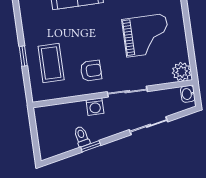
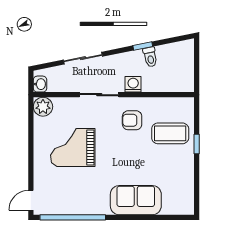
coffee table: (51, 63) -> (170, 133), turned 90

